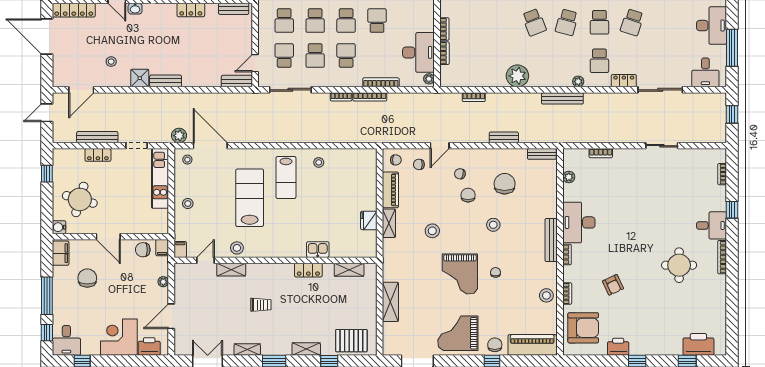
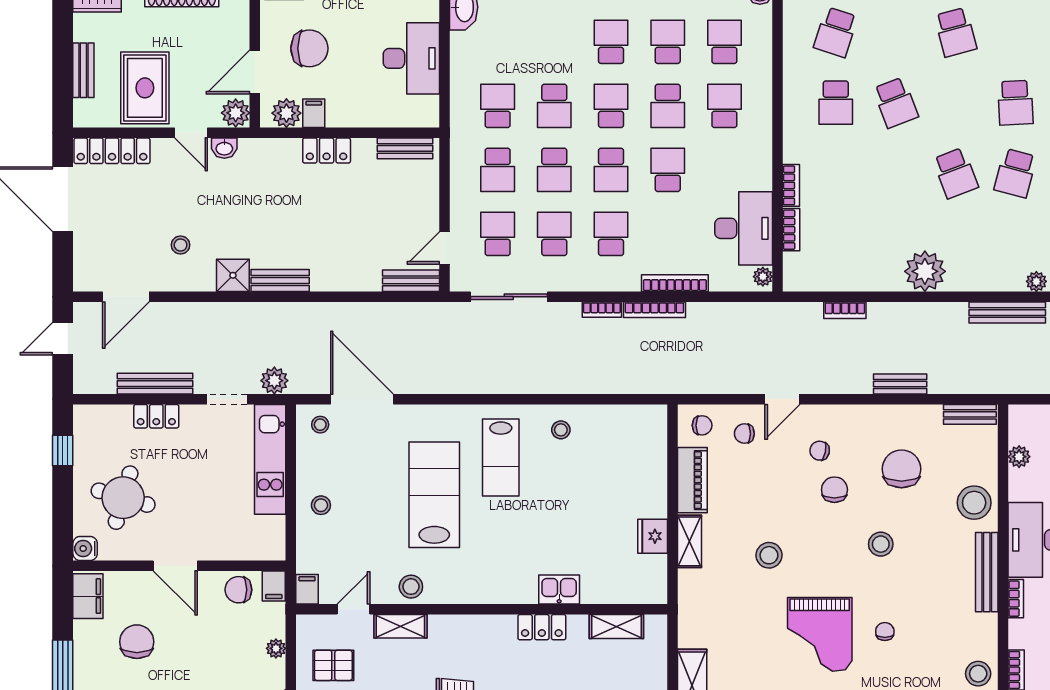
school desk: (315, 55) -> (554, 234), turned 180
plant: (179, 136) -> (274, 381), moved
stool: (544, 202) -> (974, 503), added
pallet: (195, 291) -> (333, 665), added

